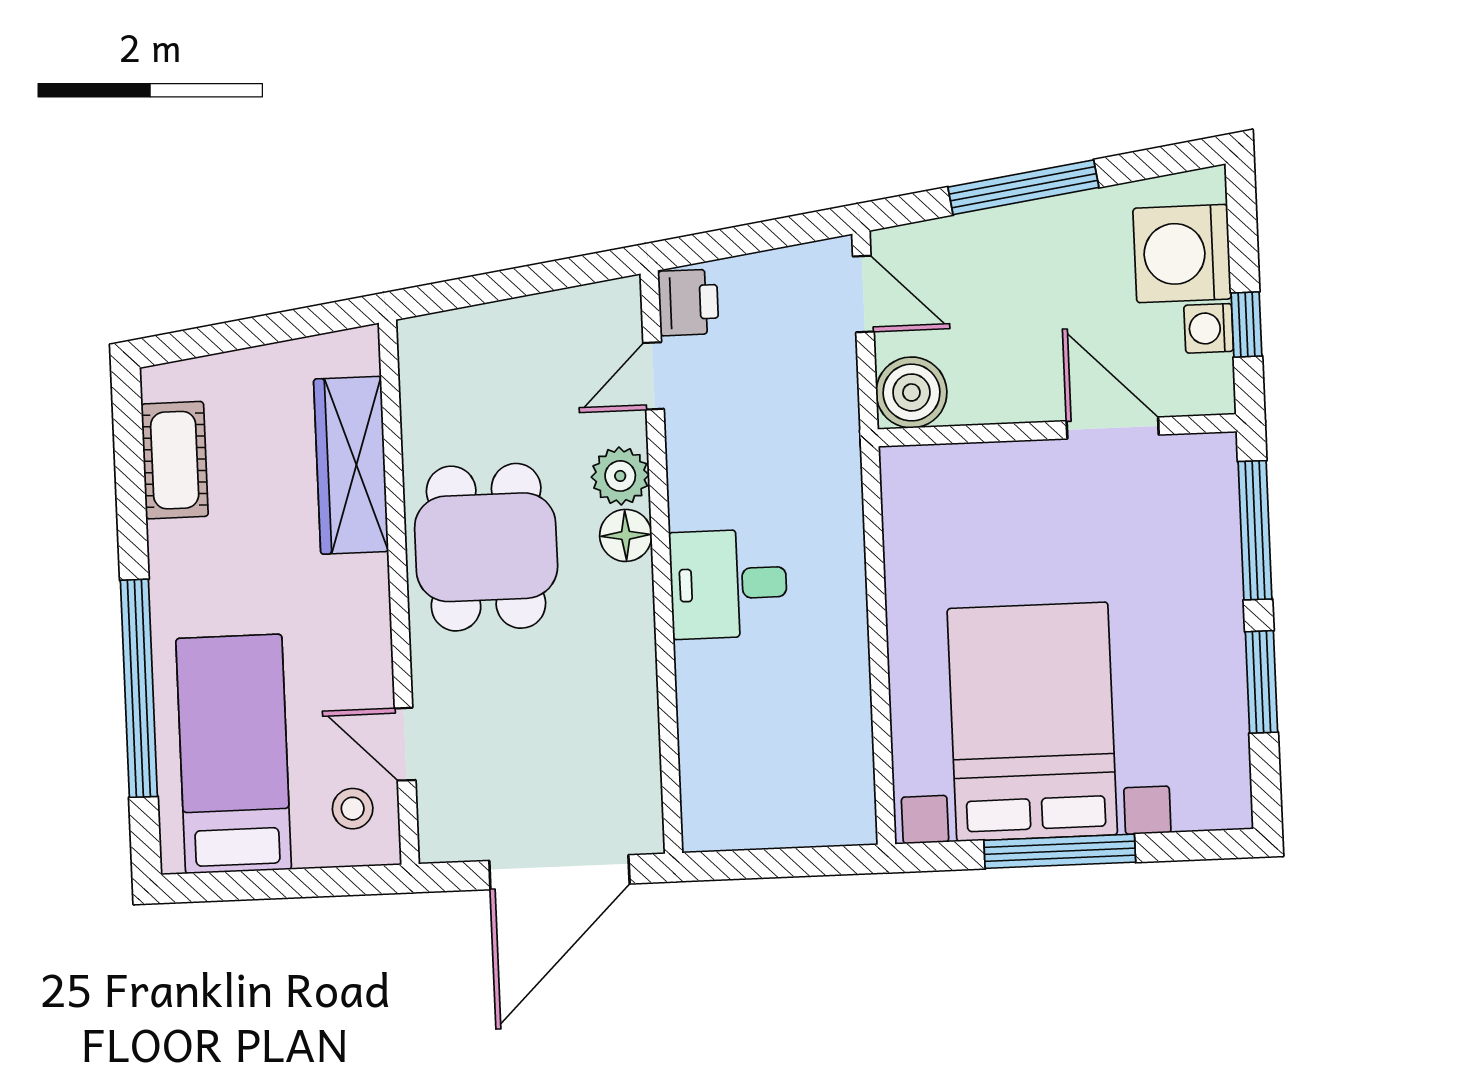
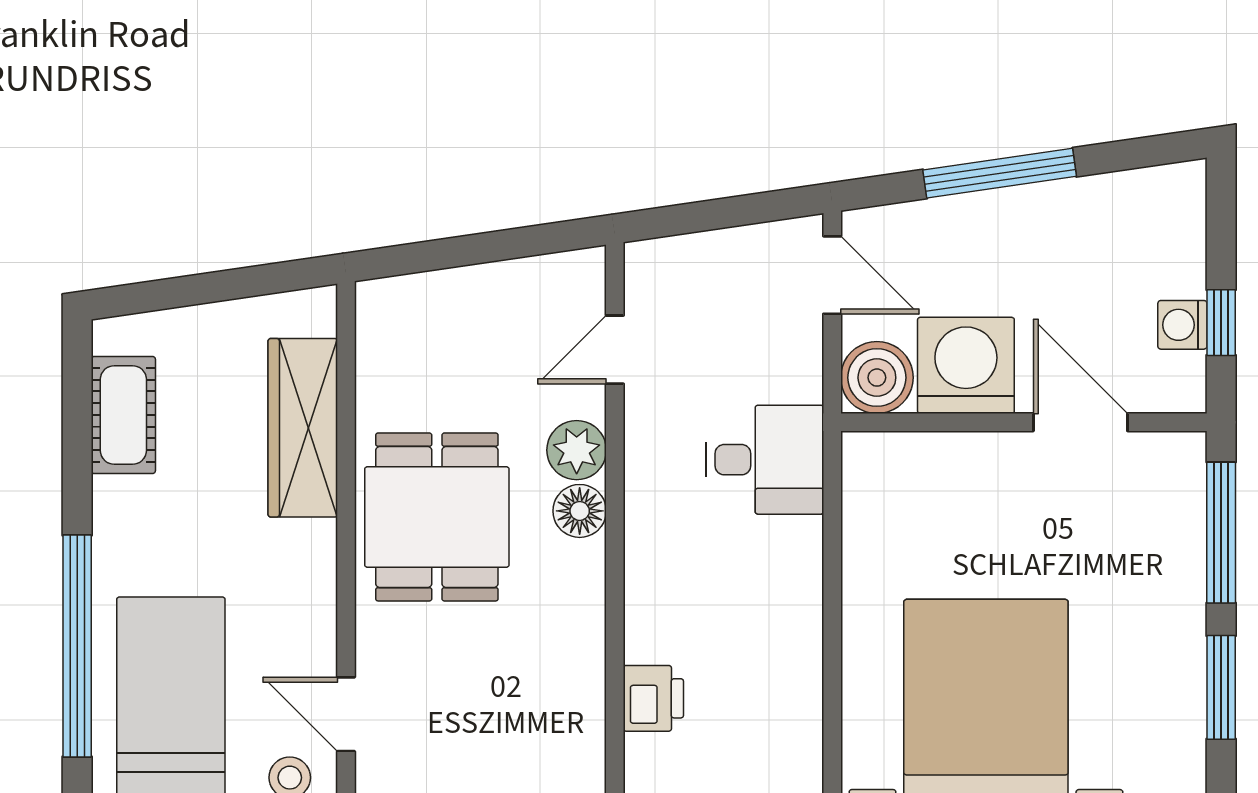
washing machine: (1182, 254) -> (966, 365), moved, turned 90
printer: (688, 302) -> (653, 698), moved
desk: (728, 584) -> (765, 460), moved, turned 180

